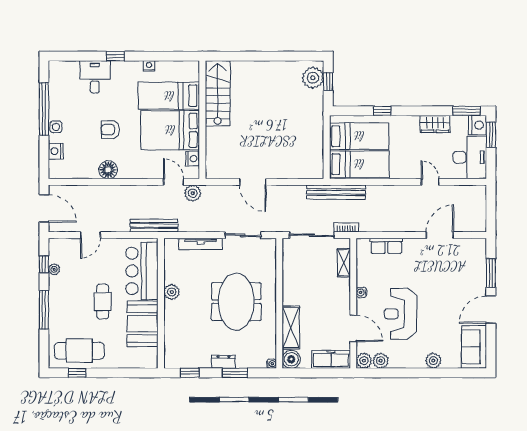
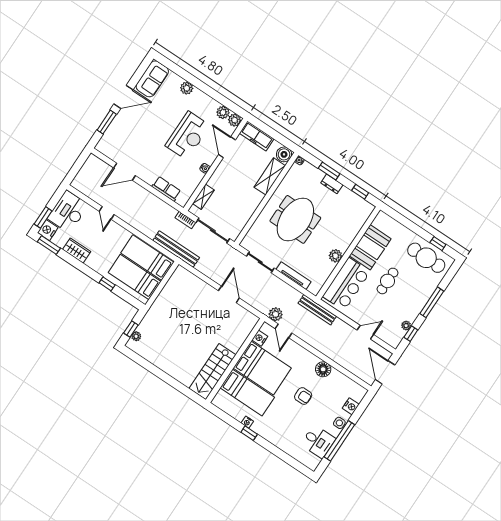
window: (115, 56) -> (249, 433), moved
desk: (95, 77) -> (318, 442), moved, turned -90
plant: (313, 78) -> (136, 336), width x0.53, depth x0.53

